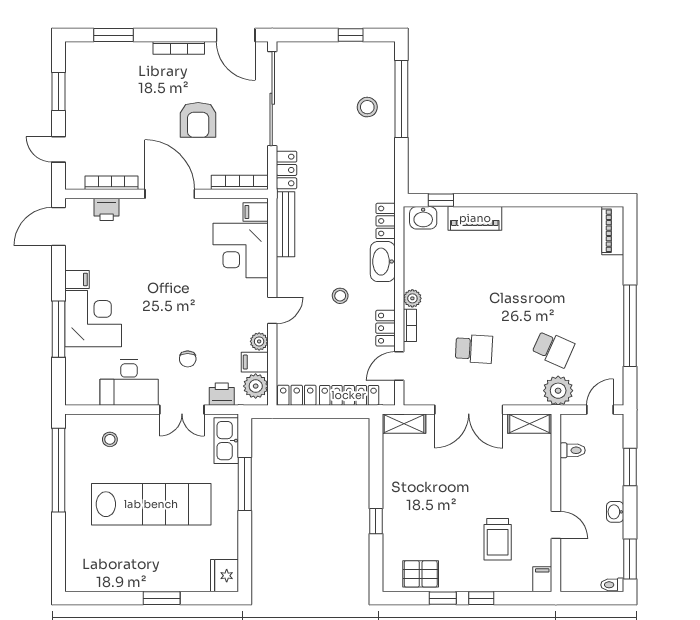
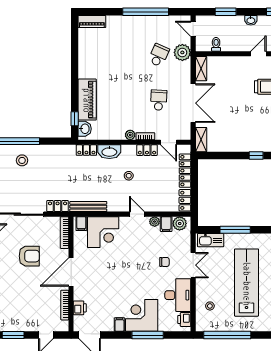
piano: (475, 218) -> (87, 100), width x1.37, depth x1.33
printer: (222, 394) -> (184, 319), moved

